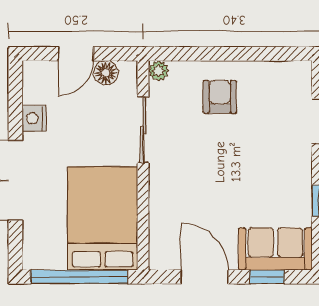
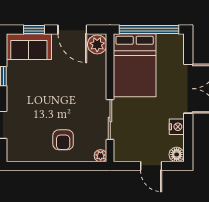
door: (76, 54) -> (151, 166), swing flipped
floor lamp: (106, 73) -> (177, 155), moved
plant: (164, 252) -> (97, 44), added

